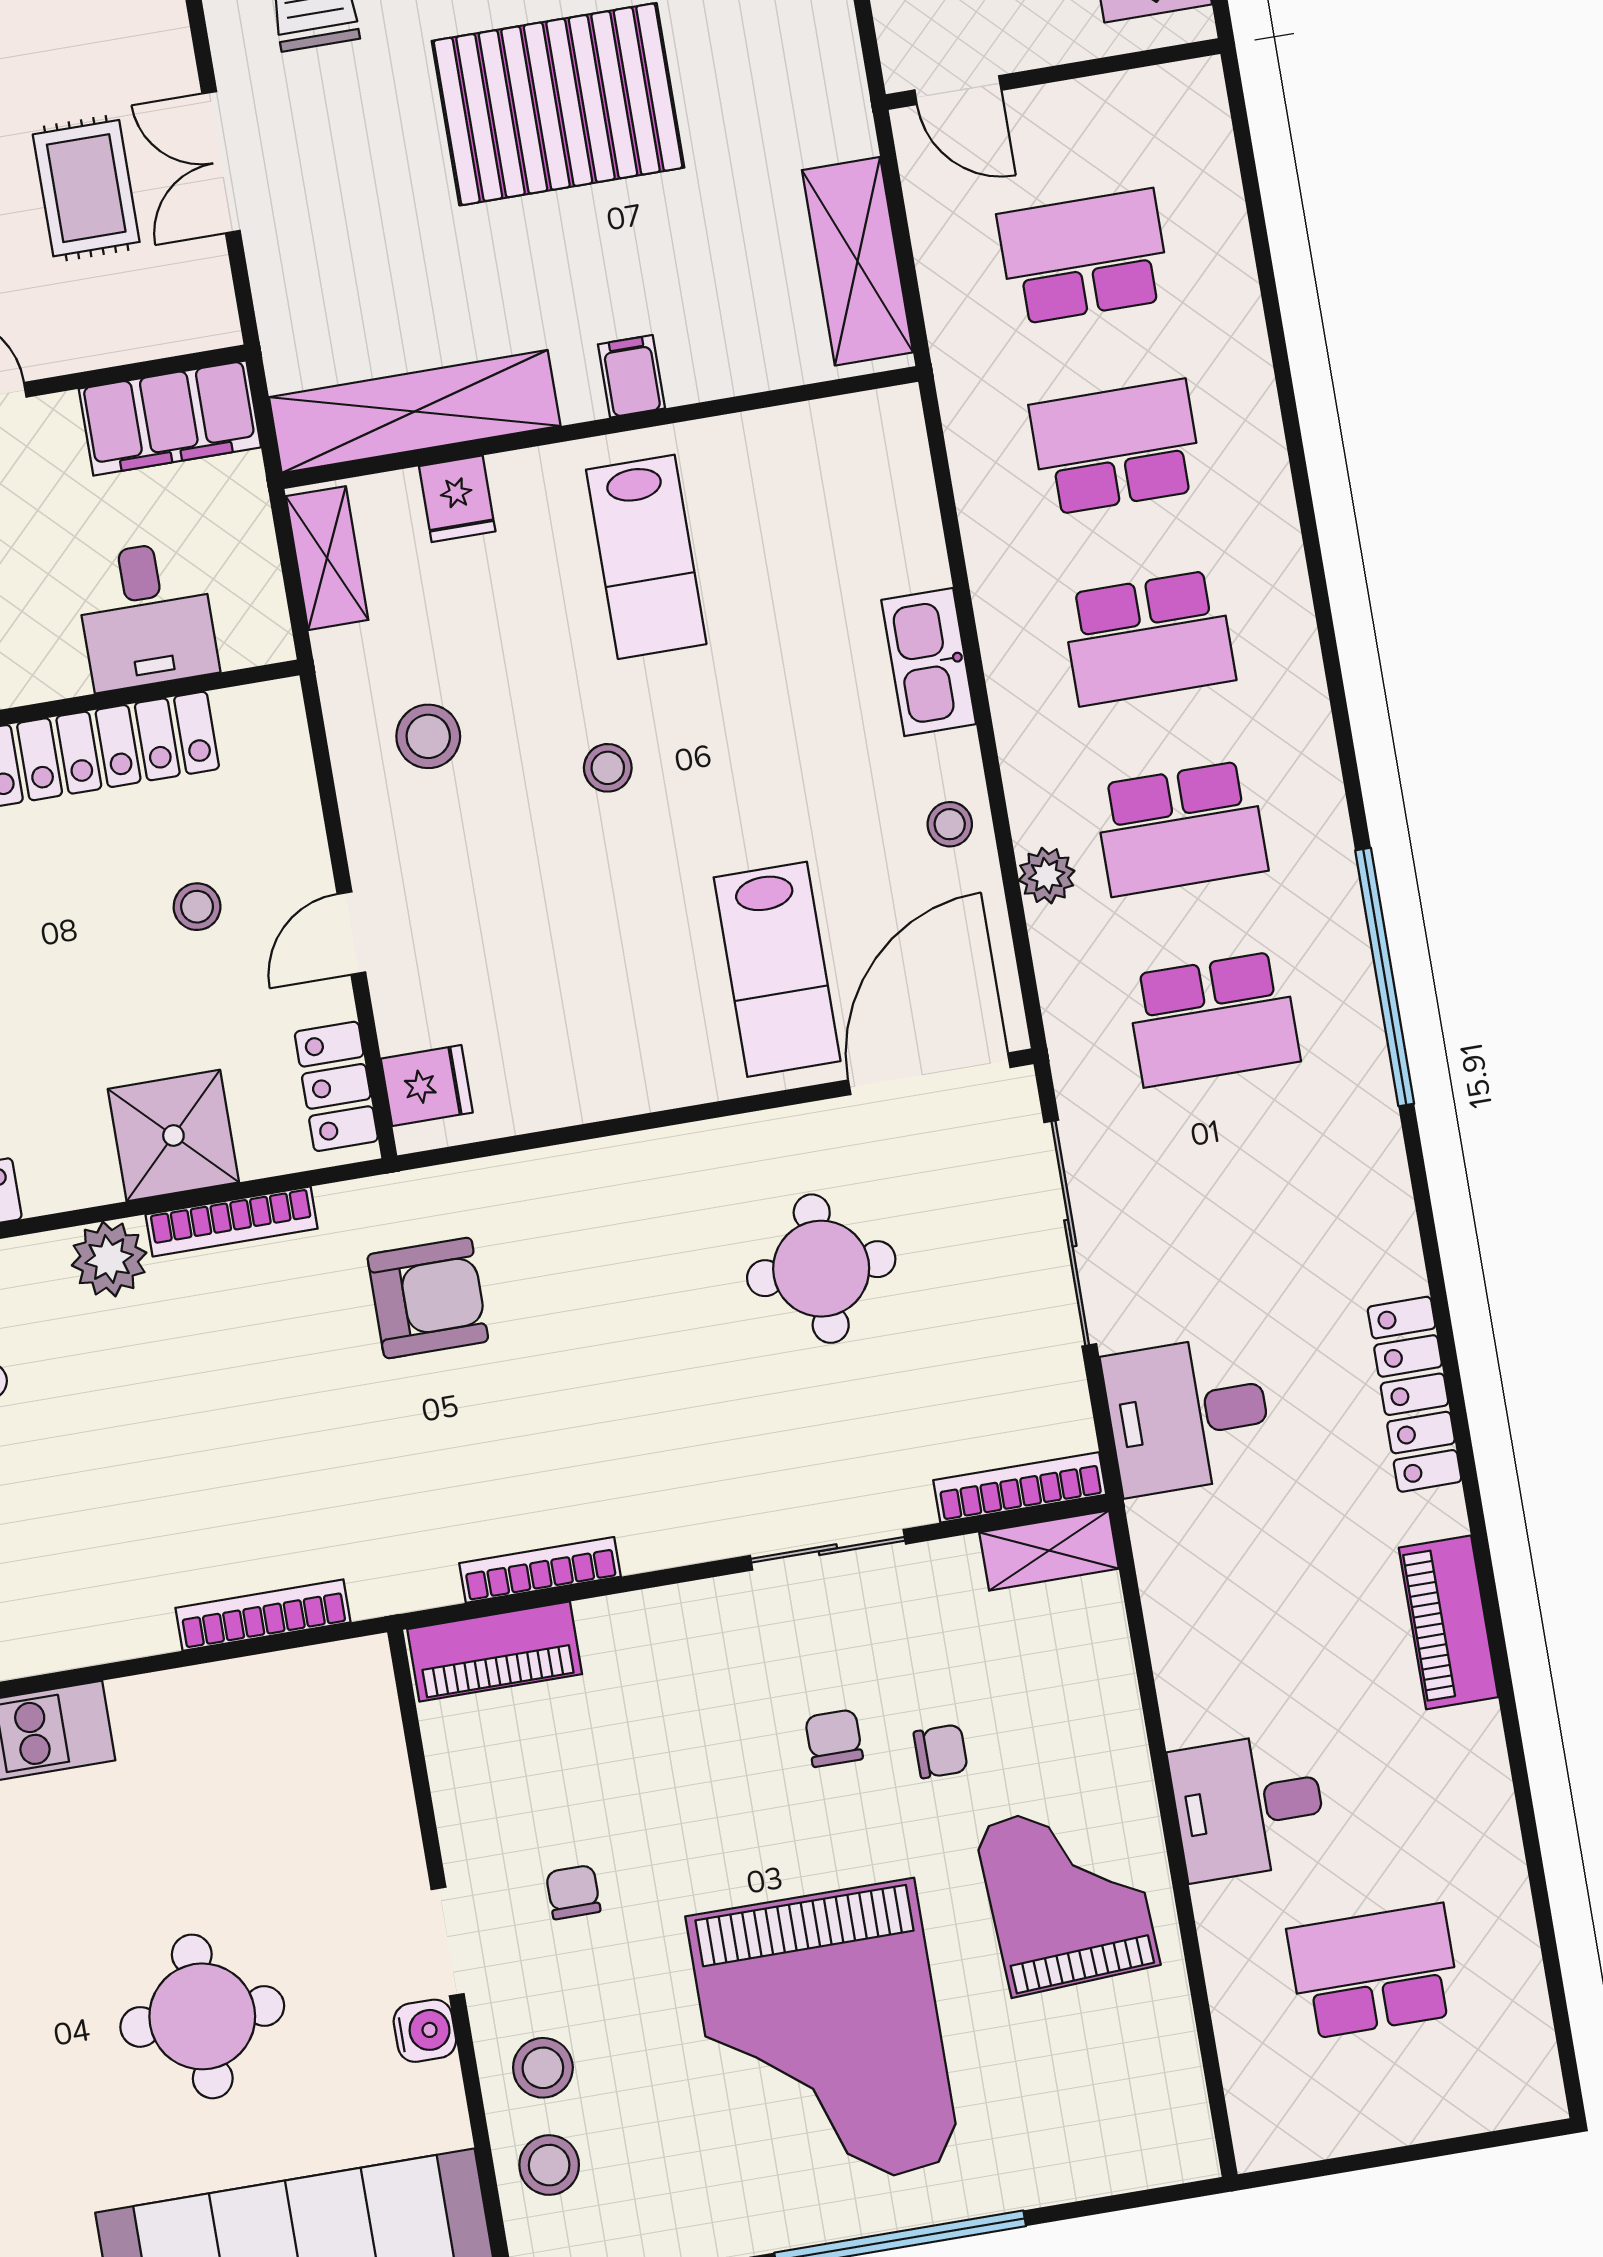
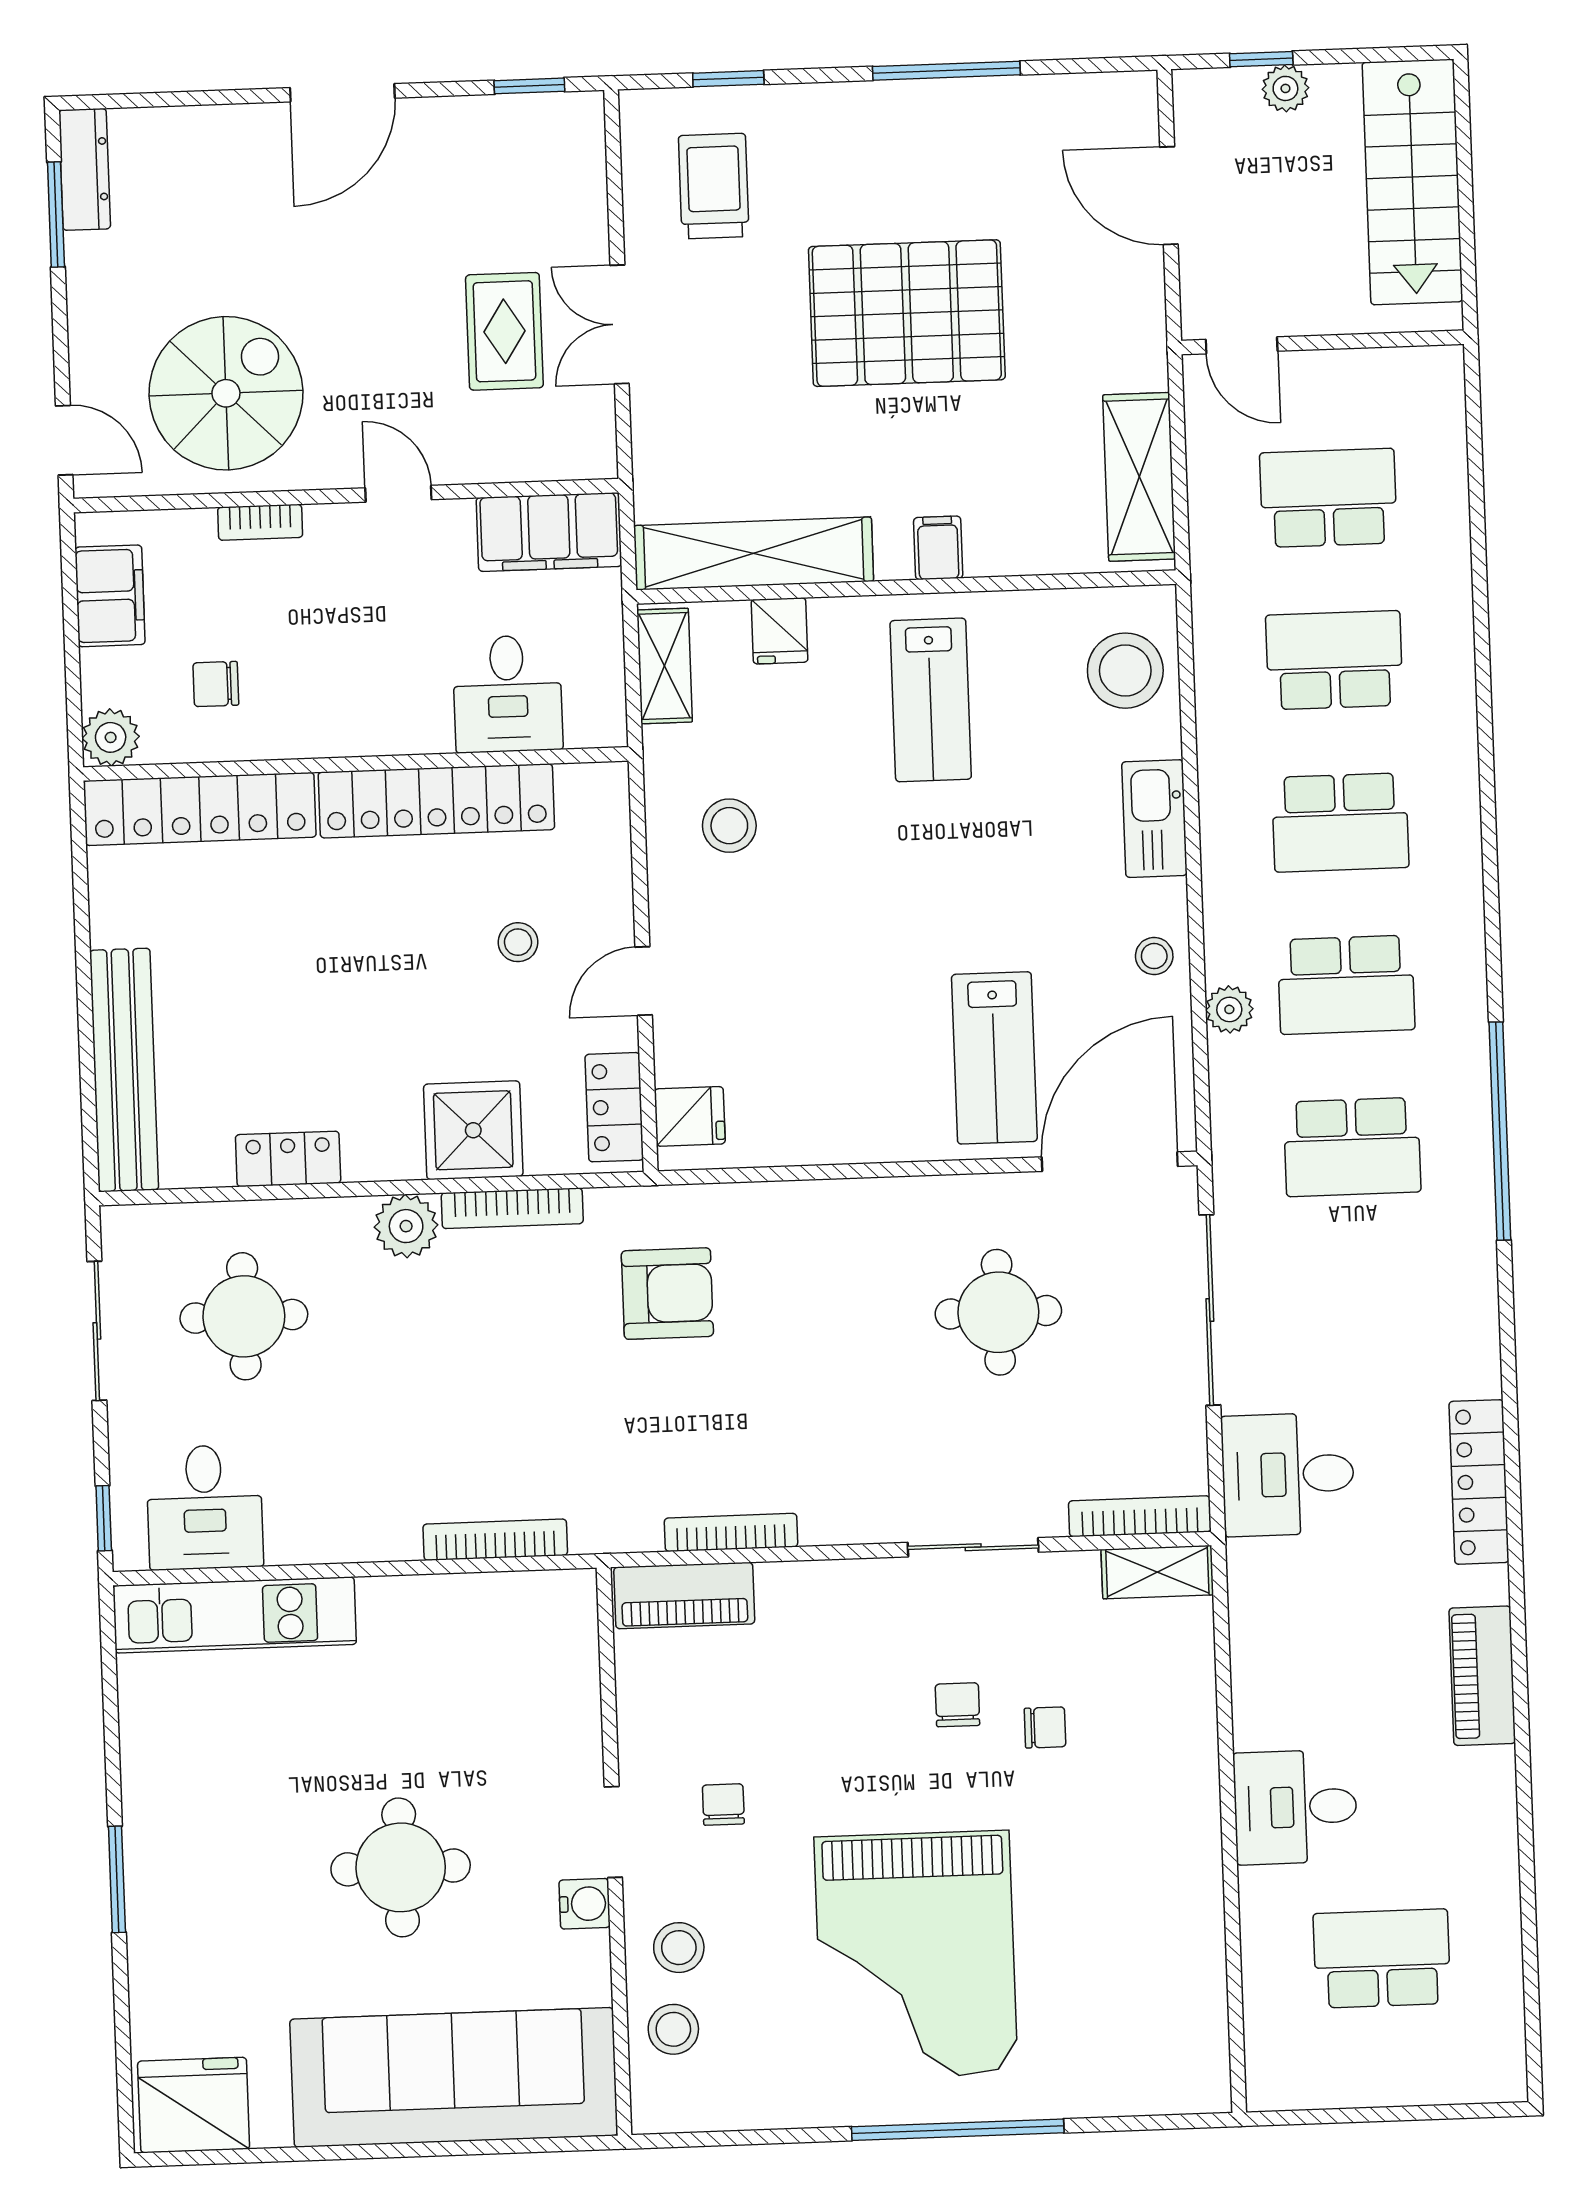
stool: (608, 768) -> (1125, 671), moved, width x1.89, depth x1.89
grand piano: (1067, 1895) -> (1134, 1861), removed

